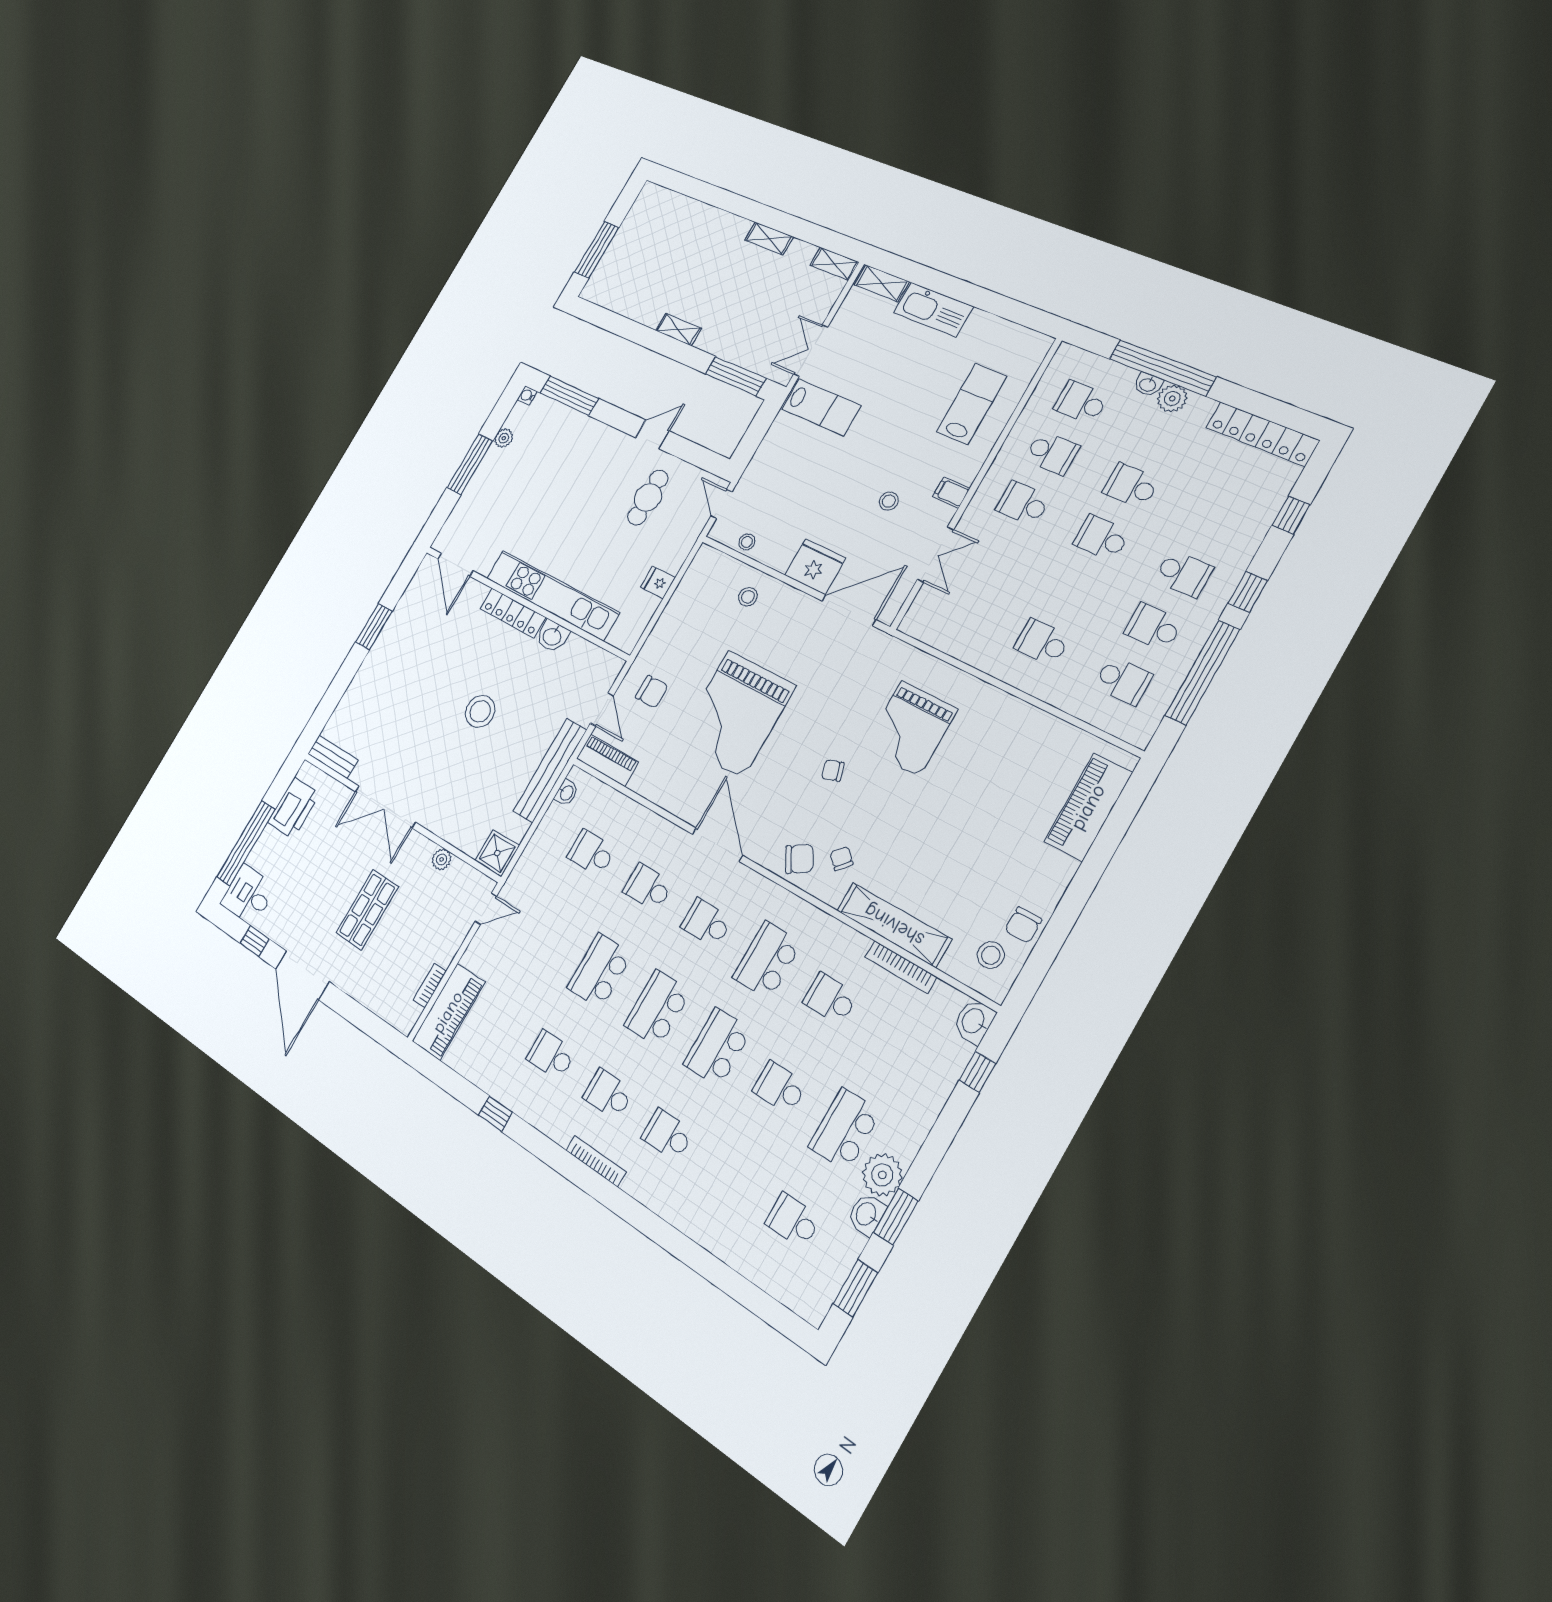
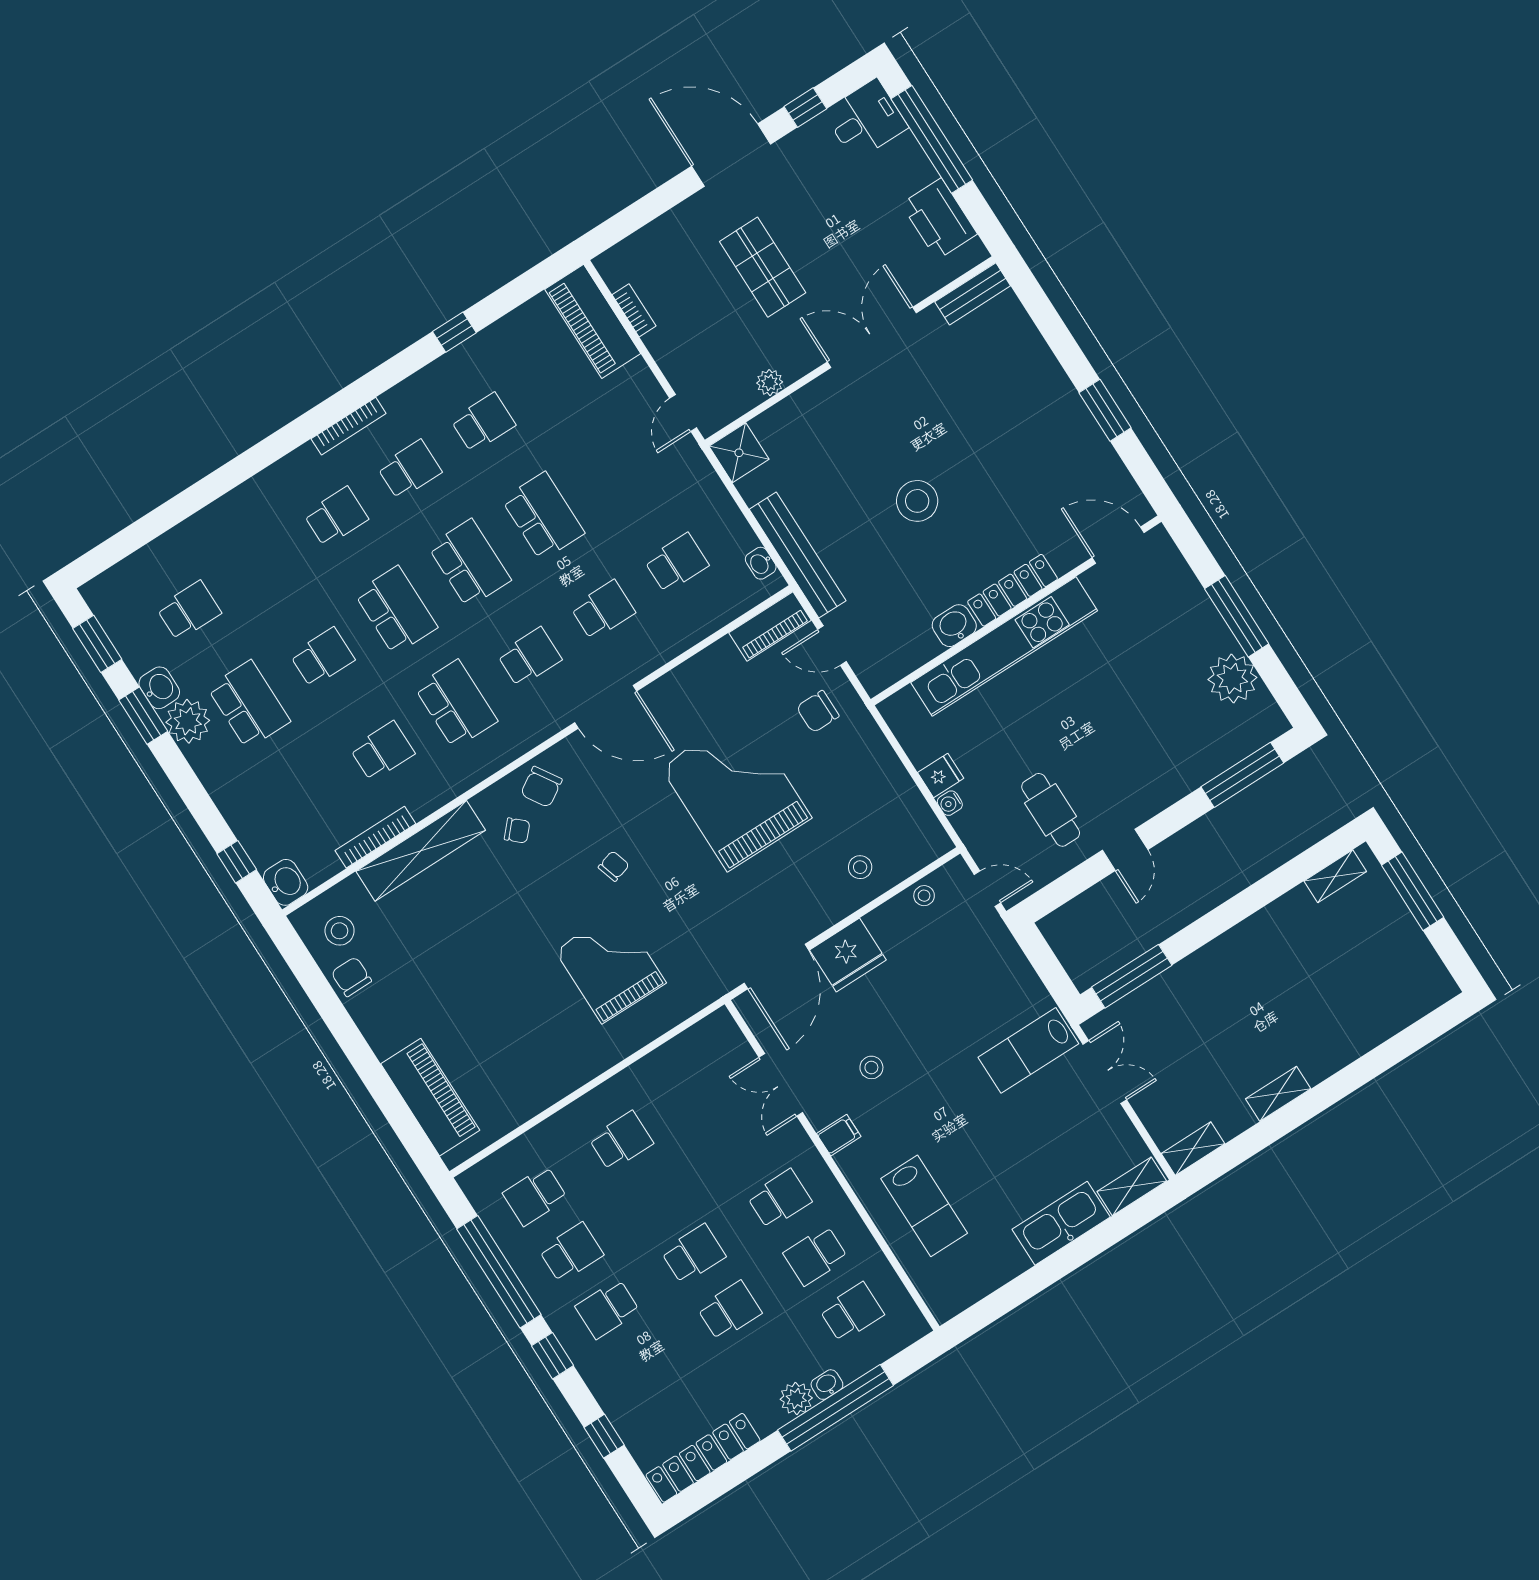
shelving: (678, 329) -> (1335, 876), moved
water cooler: (527, 396) -> (950, 803), moved, turned 180
plant: (504, 438) -> (1232, 679), width x1.88, depth x1.88

